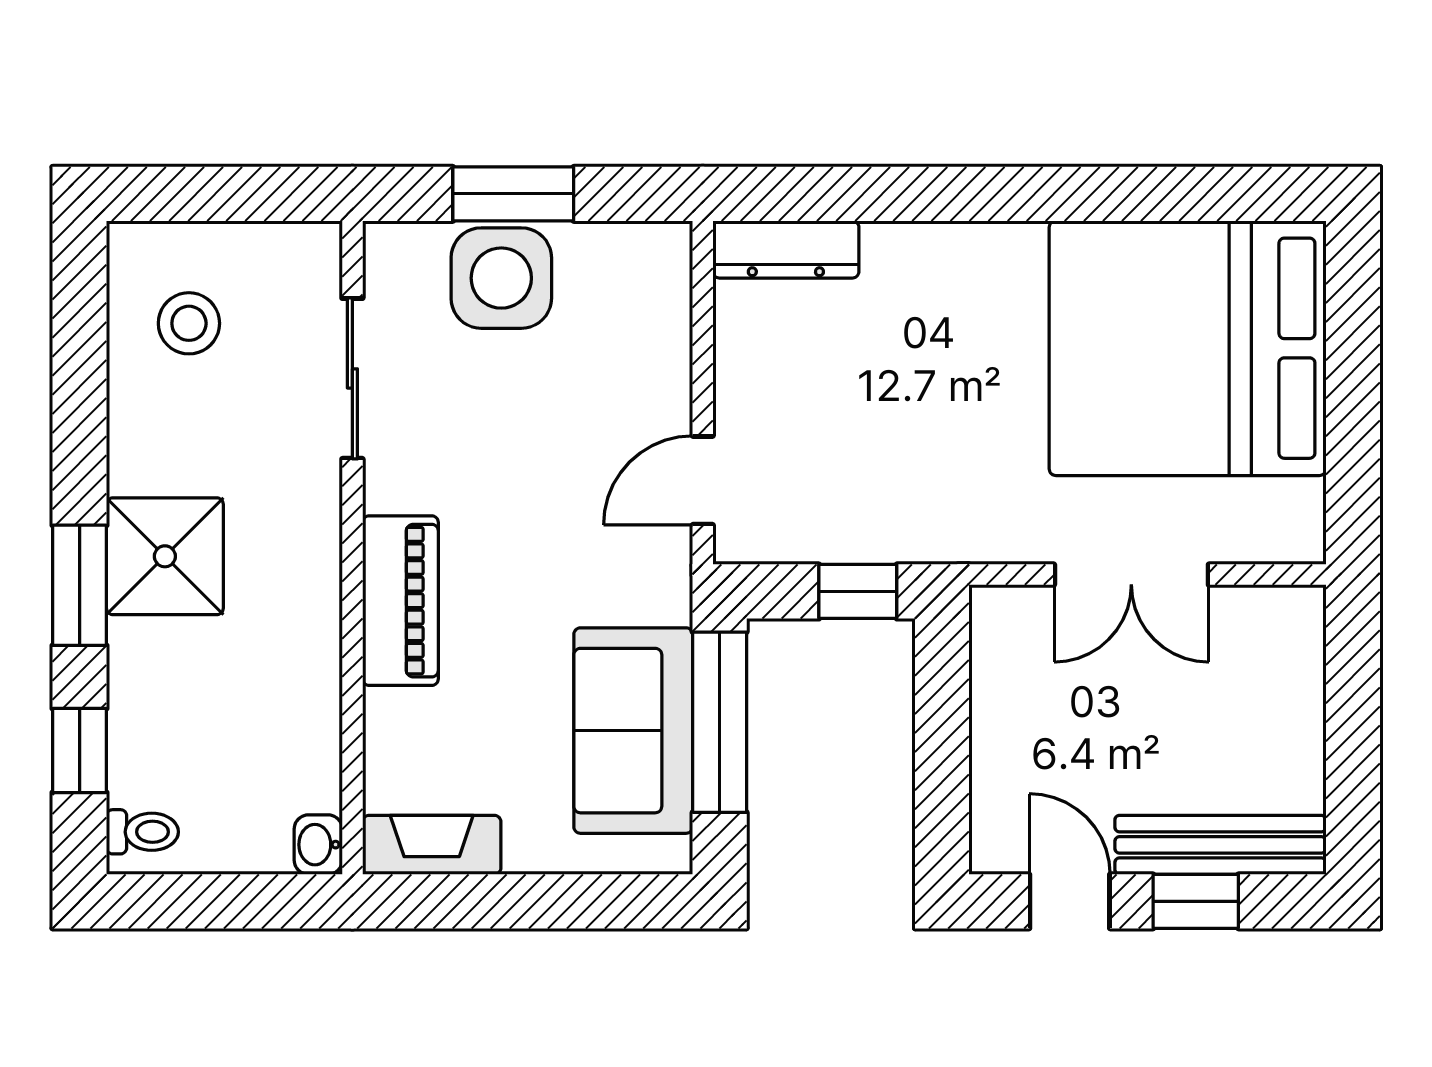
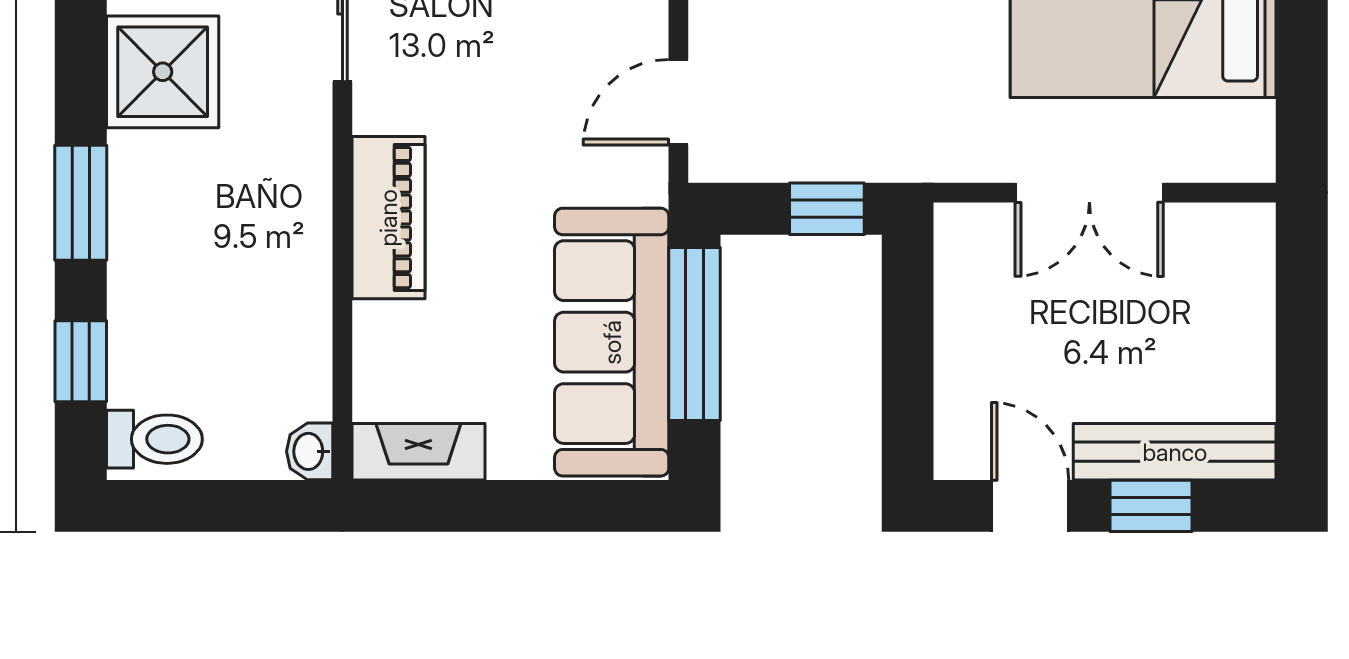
shower: (165, 556) -> (163, 72), moved
sofa: (633, 731) -> (612, 342), width x1.36
toilet: (142, 832) -> (154, 439), width x1.37, depth x1.39

